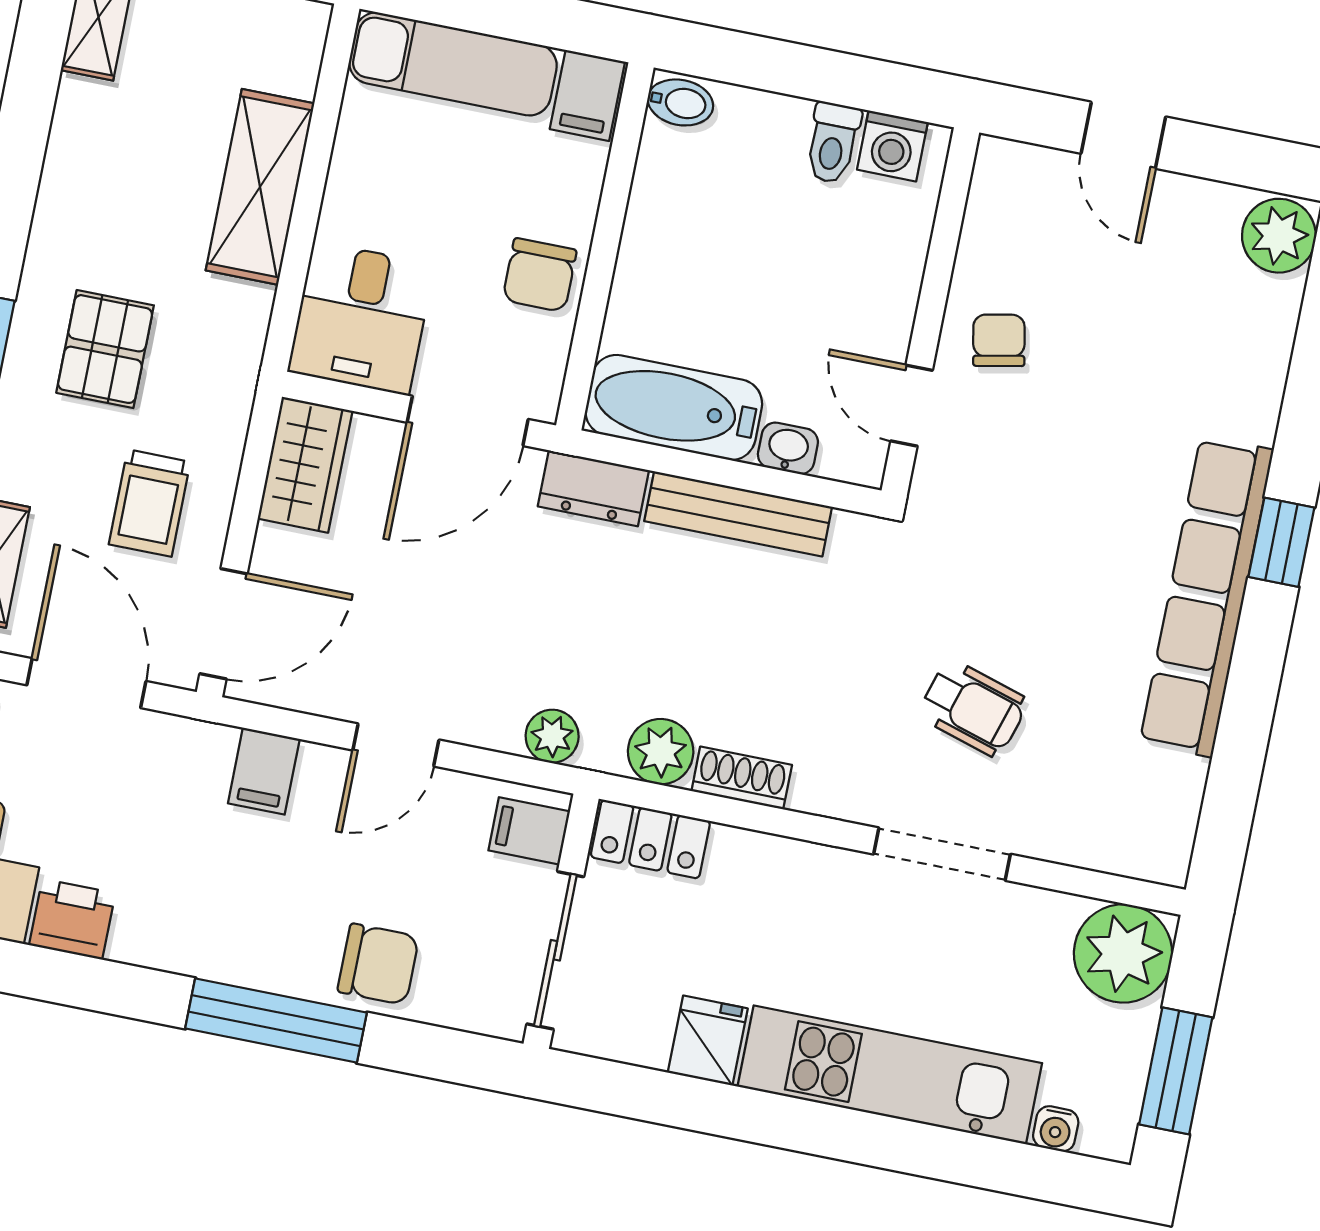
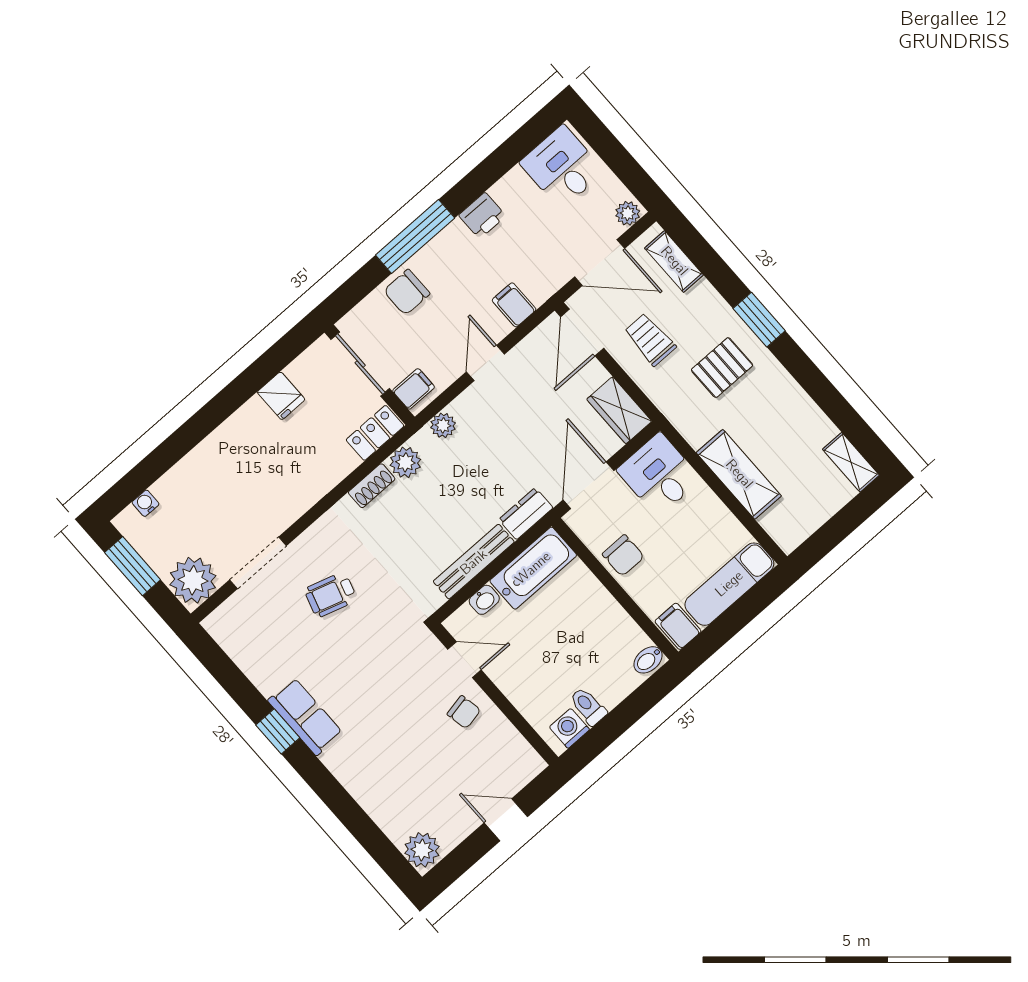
chair: (540, 275) -> (623, 555), turned 180
pallet: (105, 349) -> (722, 368), turned 90
window: (1281, 542) -> (278, 731), moved
row of seats: (1207, 596) -> (305, 717), width x0.50
doorway: (942, 854) -> (258, 563), moved
printer: (72, 919) -> (482, 216), moved
kitchen unit: (890, 1075) -> (215, 455), removed

